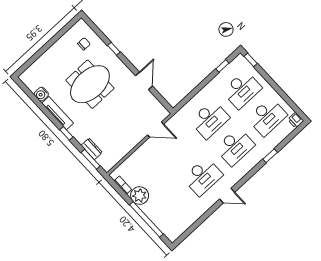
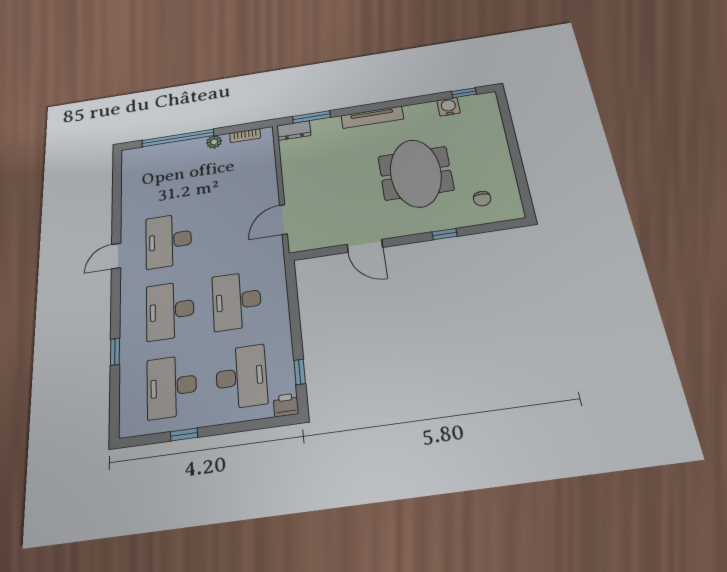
window: (251, 60) -> (184, 434), moved
desk: (242, 90) -> (241, 377), turned 180
tv unit: (58, 113) -> (372, 117), moved
printer: (296, 120) -> (286, 405), moved
window: (66, 133) -> (464, 93), moved
dresser: (92, 149) -> (294, 131), moved
plant: (140, 196) -> (214, 142), width x0.53, depth x0.53

